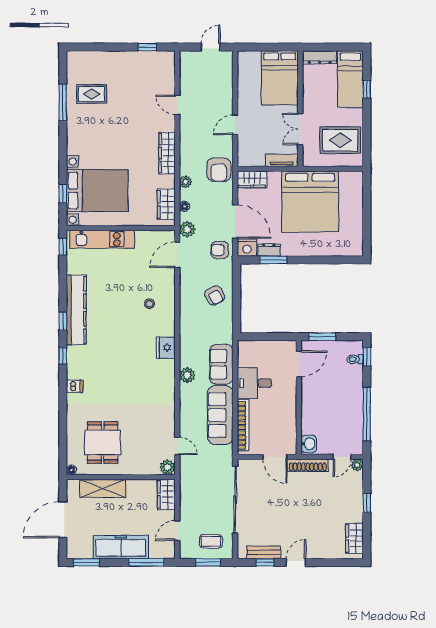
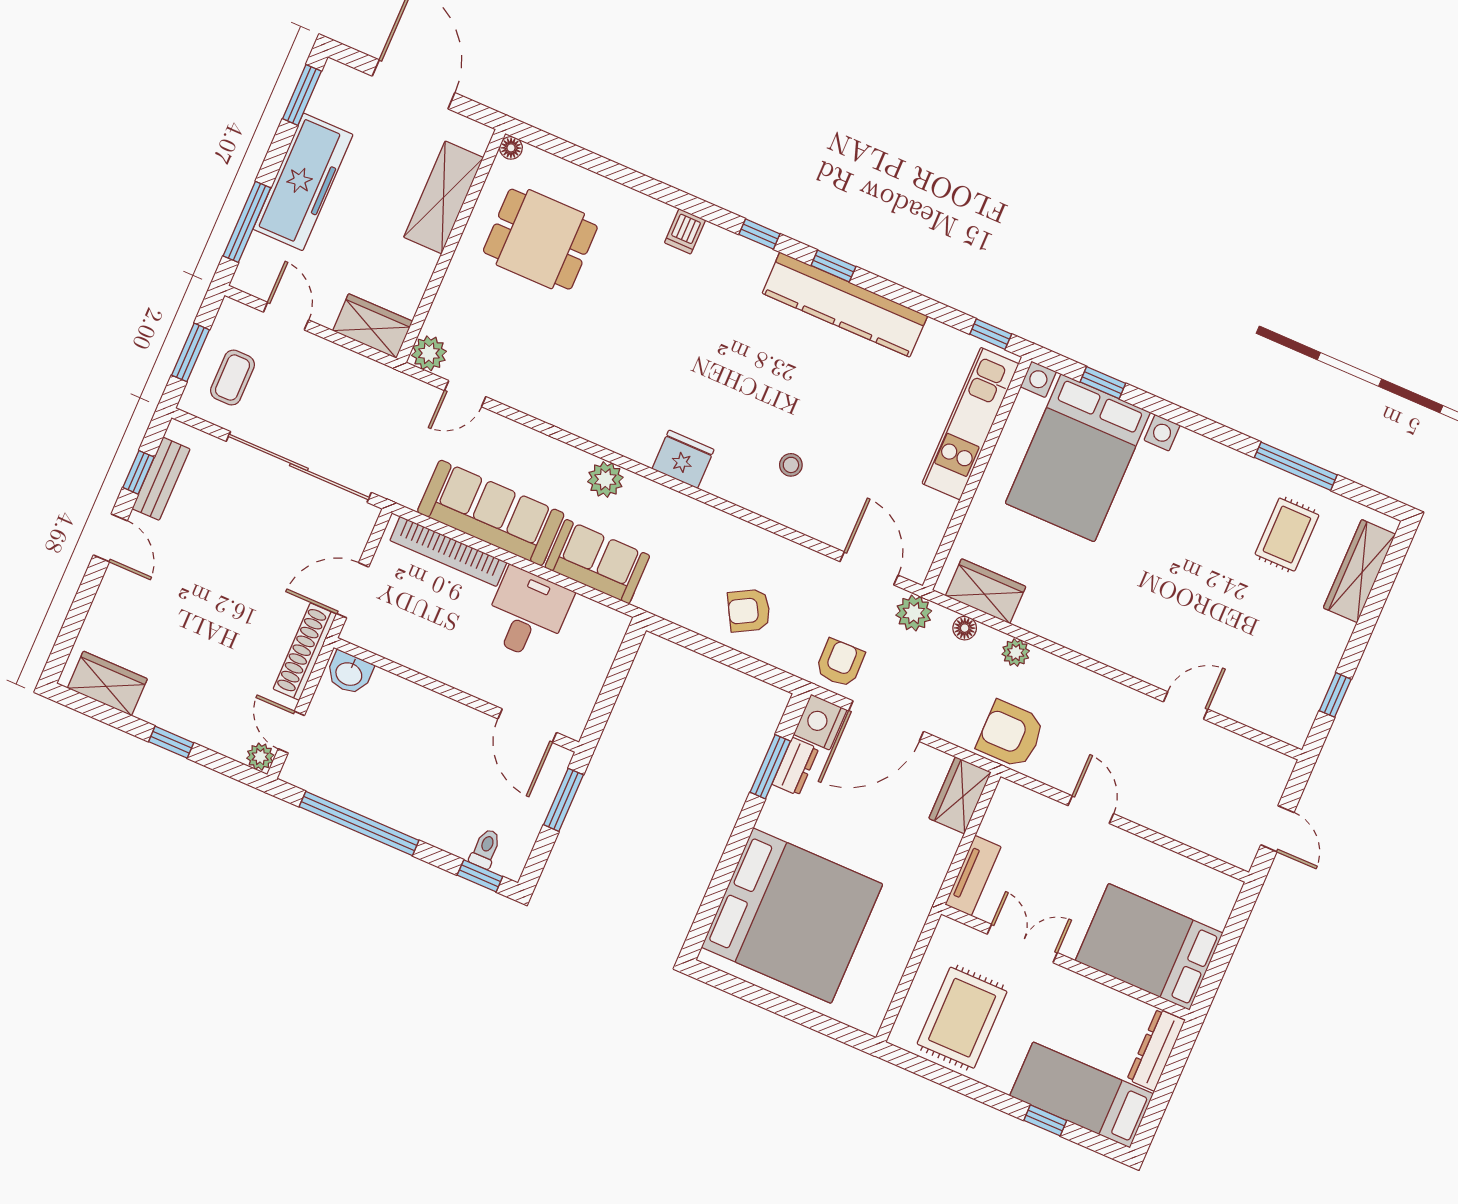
wardrobe: (167, 153) -> (1359, 571), moved, turned -90
bed: (310, 202) -> (792, 916), moved, turned 180

